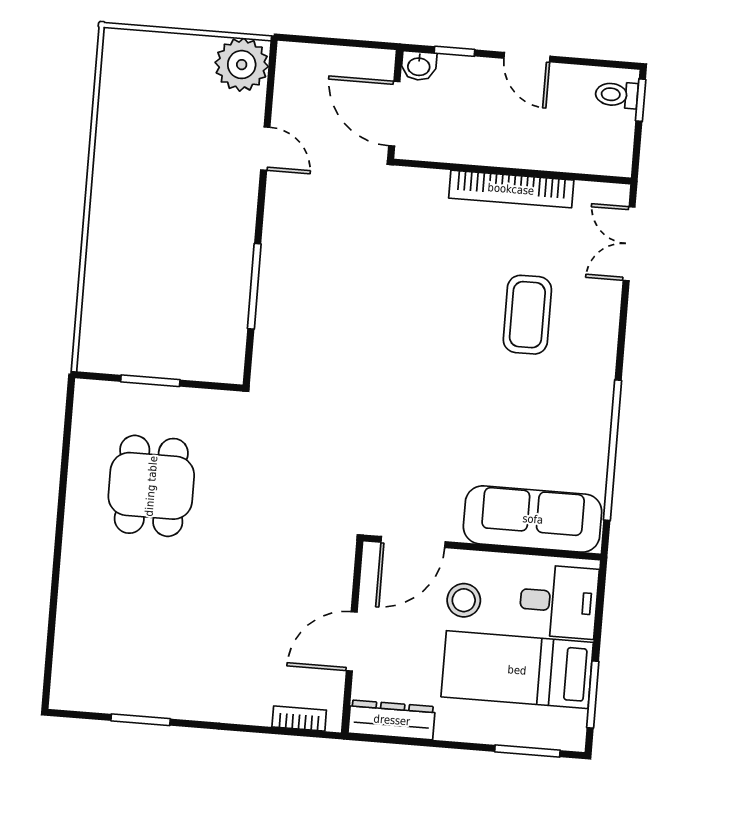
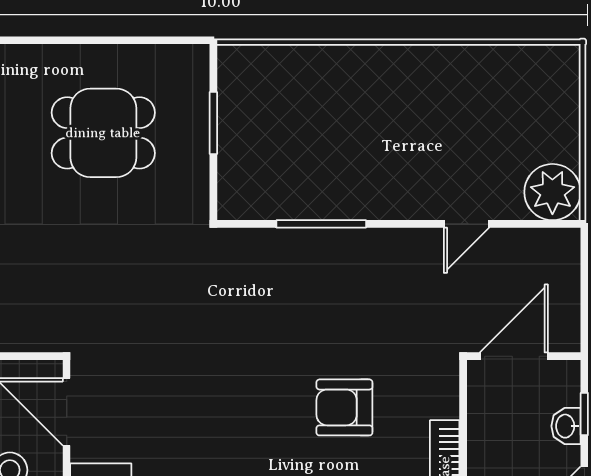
washbasin: (419, 66) -> (566, 426), moved
armchair: (430, 278) -> (344, 407), added

